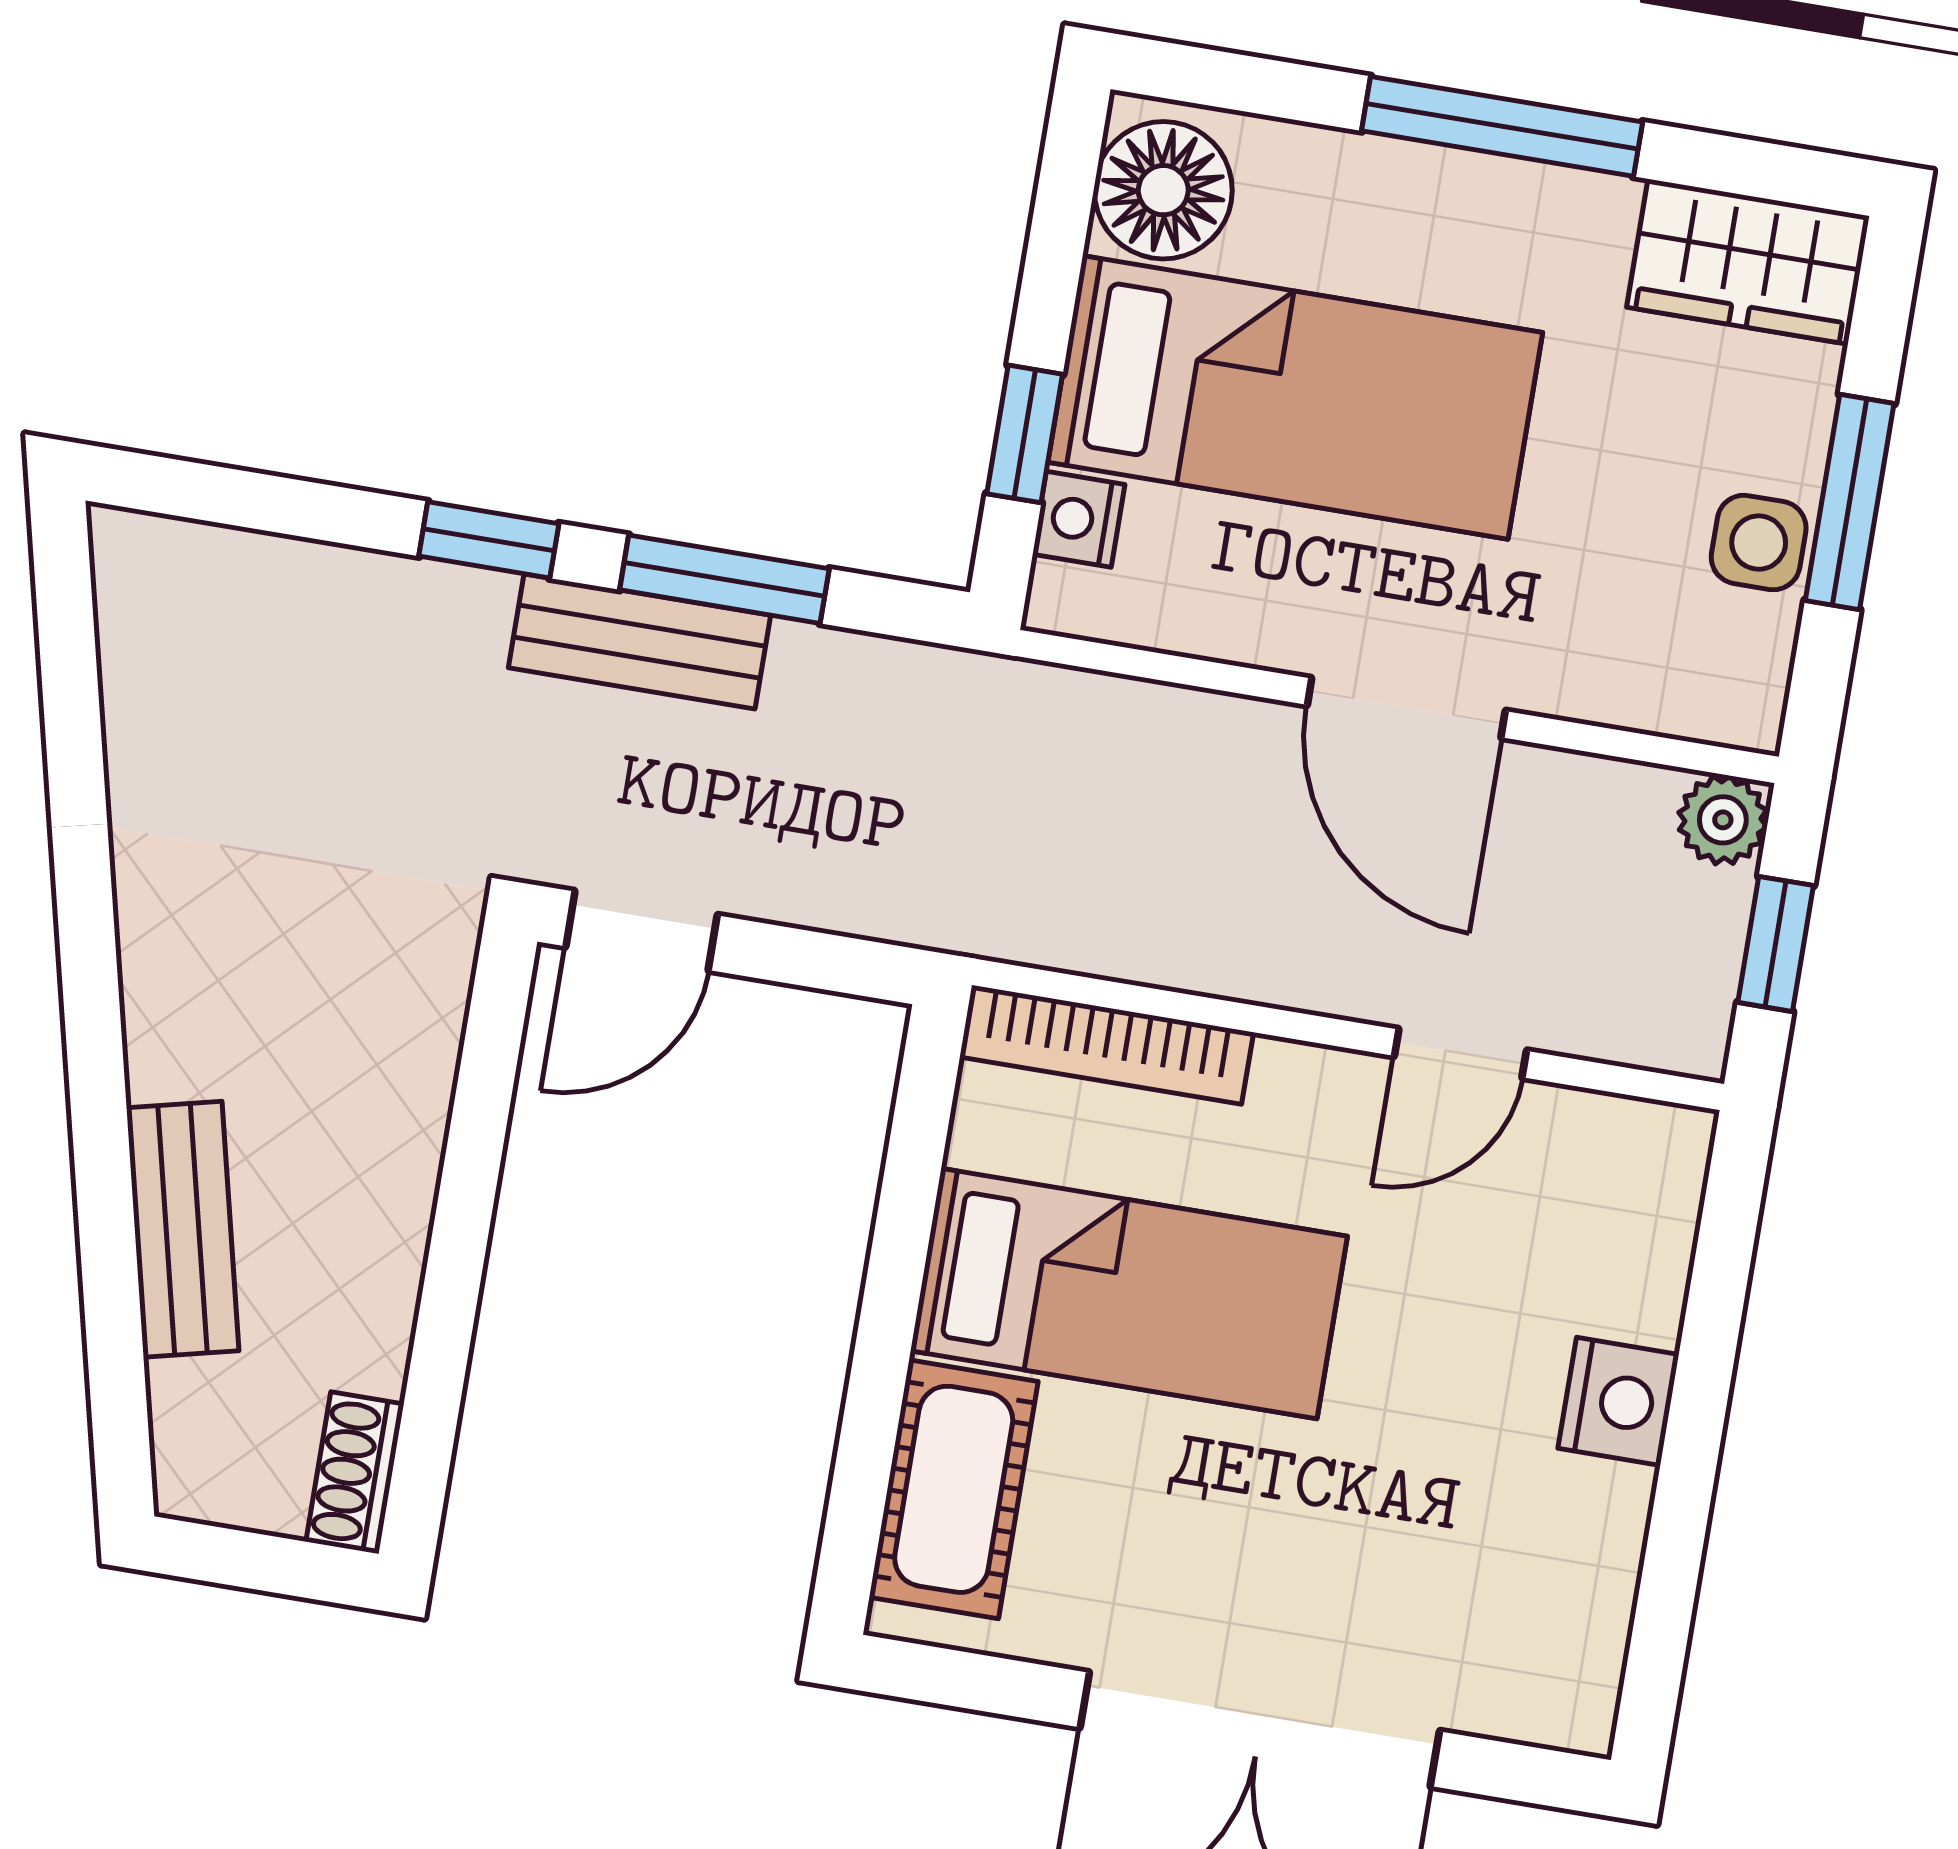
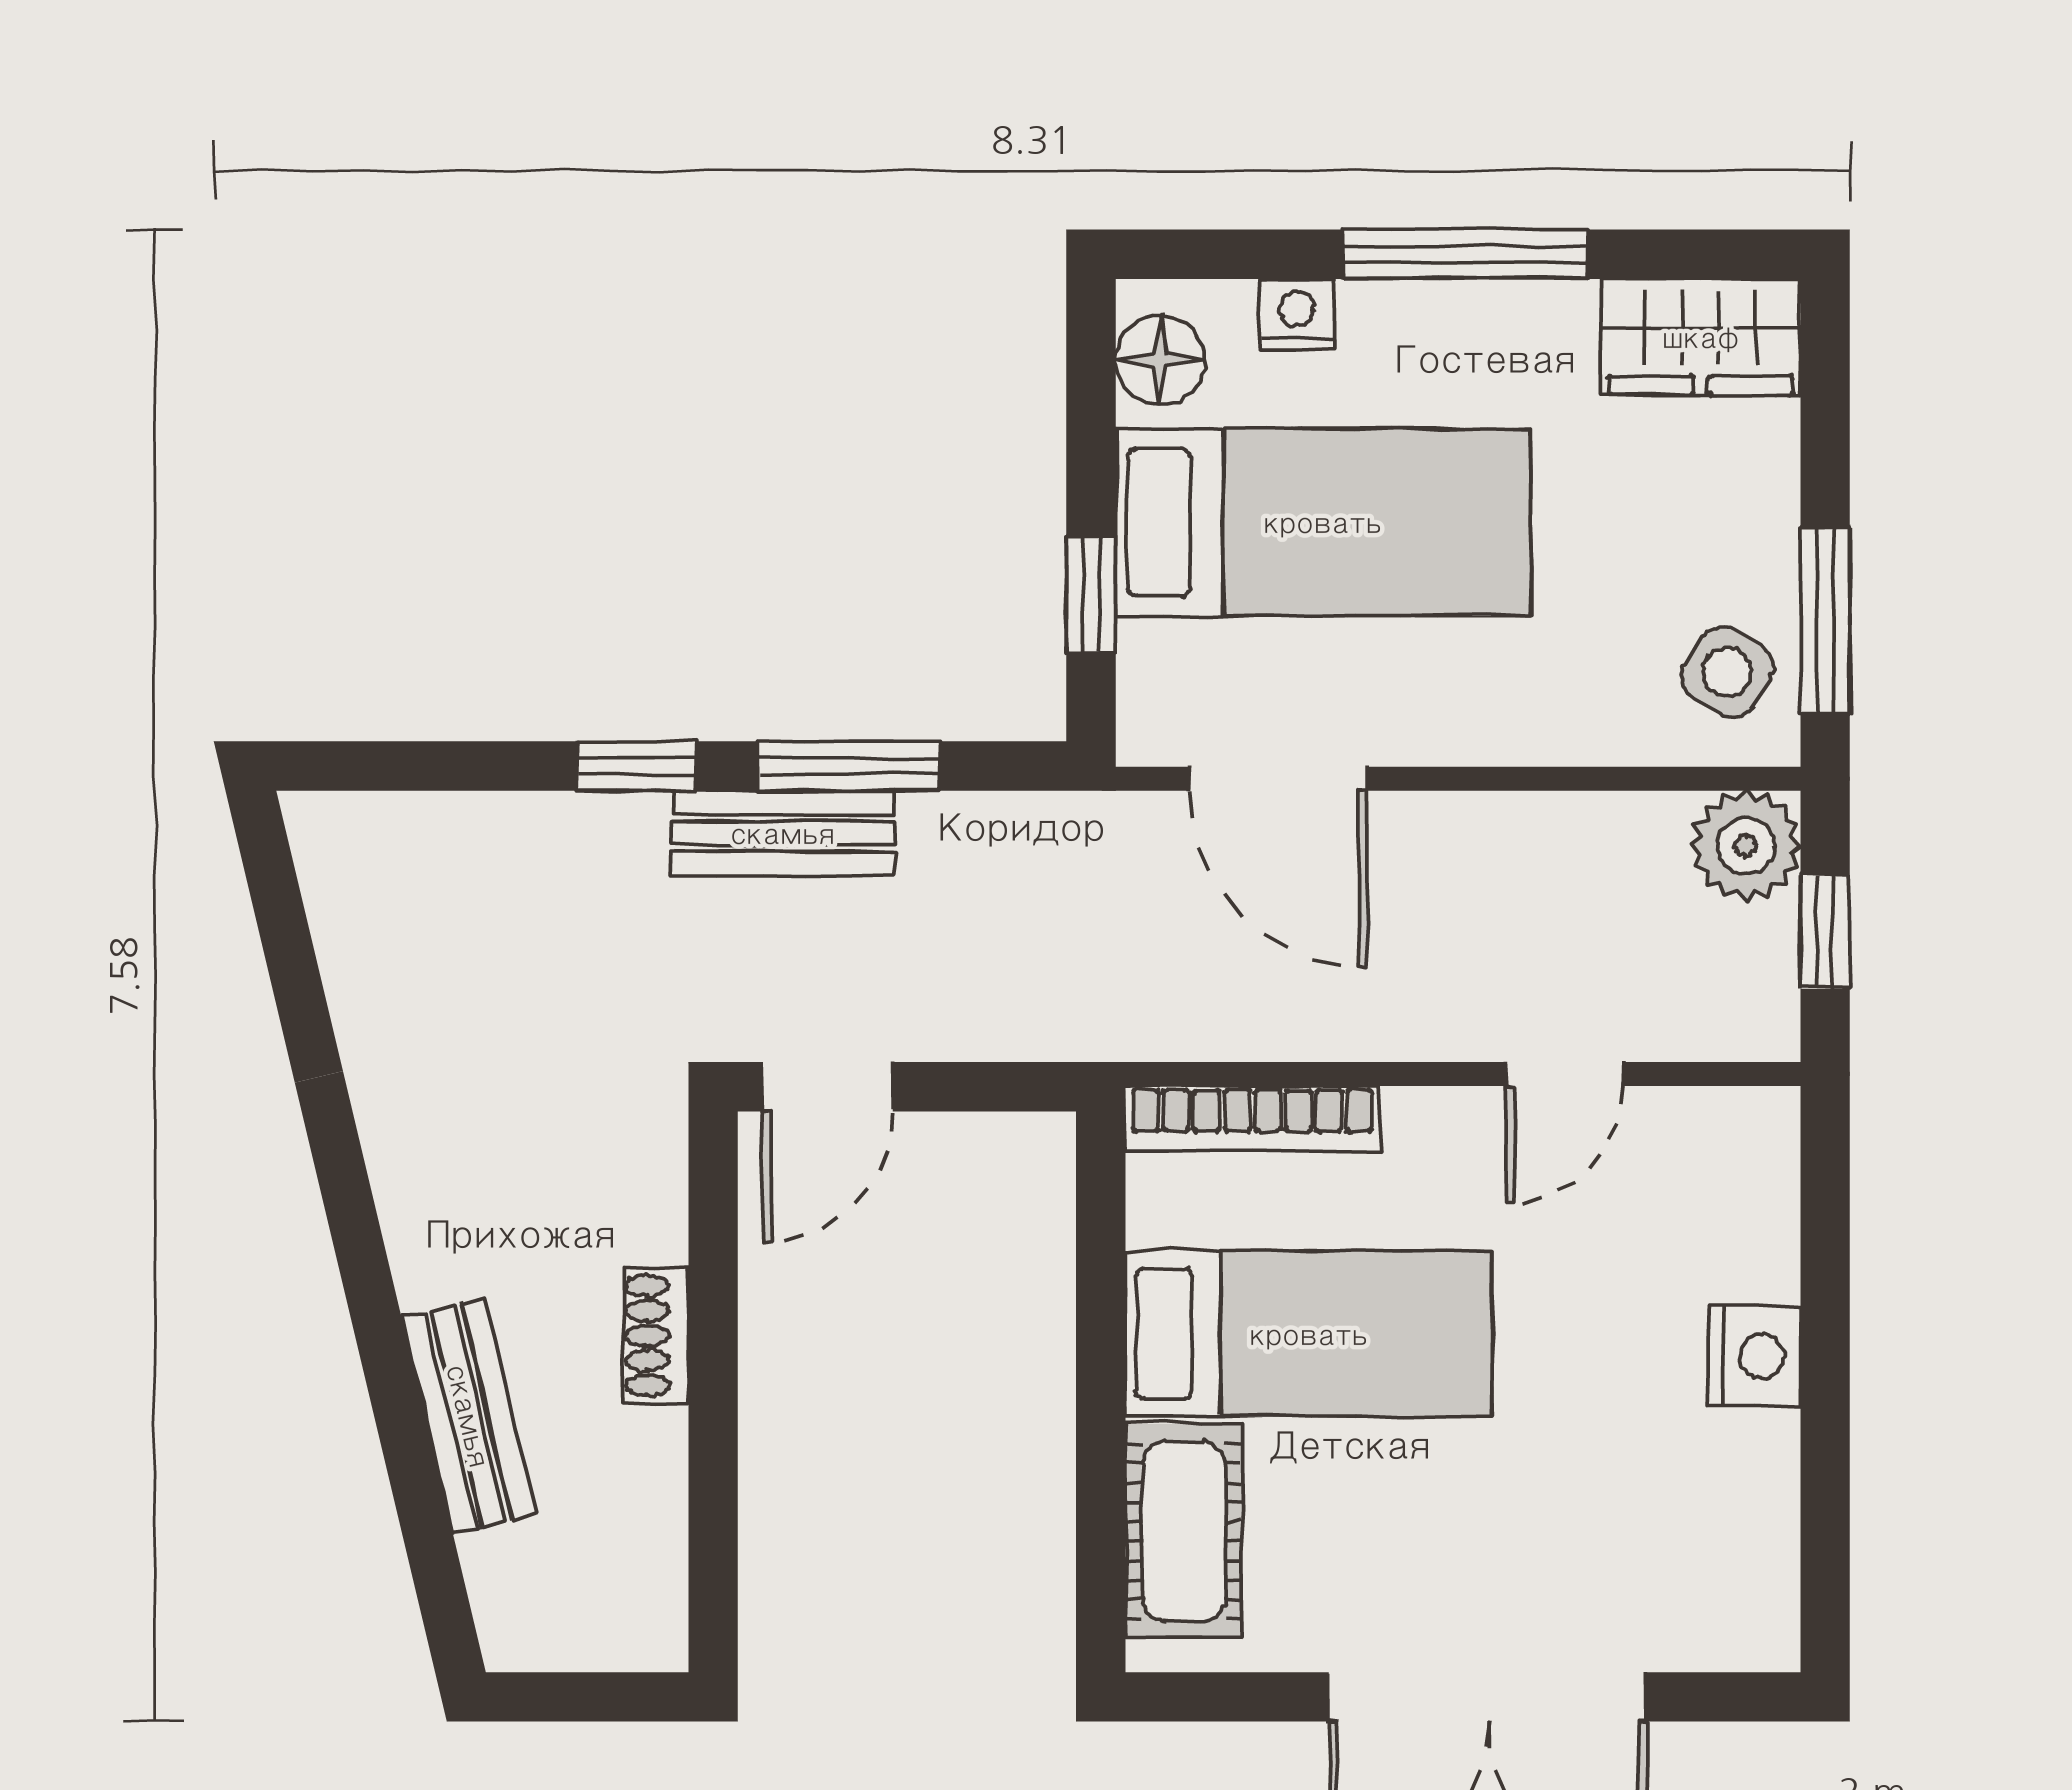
floor lamp: (1163, 190) -> (1160, 360), width x0.73, depth x0.73
window: (1850, 502) -> (1825, 621), moved
nightstand: (1079, 519) -> (1297, 314), moved, turned 90
side table: (1759, 543) -> (1727, 672), moved, turned 32
door: (1406, 708) -> (1279, 779), moved
plant: (1723, 820) -> (1746, 845), width x1.38, depth x1.38
shoe rack: (355, 1473) -> (656, 1336), moved

